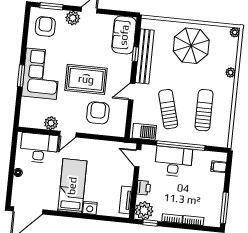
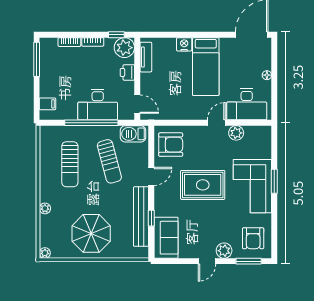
armchair: (98, 113) -> (171, 145), moved, turned -90

